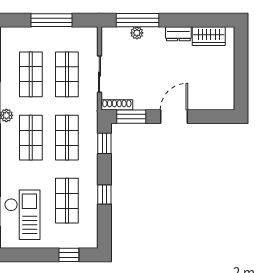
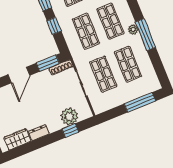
window: (51, 20) -> (140, 102), moved
window: (138, 20) -> (70, 131), width x0.46
plant: (137, 33) -> (69, 116), width x1.88, depth x1.88
window: (104, 143) -> (54, 26), moved

